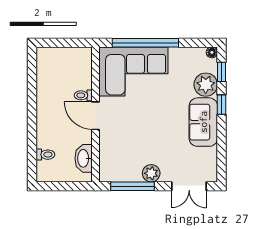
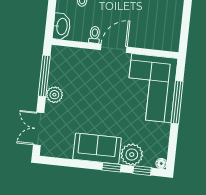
window: (145, 43) -> (177, 102), width x0.68
toilet: (83, 95) -> (95, 35), moved
washbasin: (84, 158) -> (62, 26), moved, turned 90

